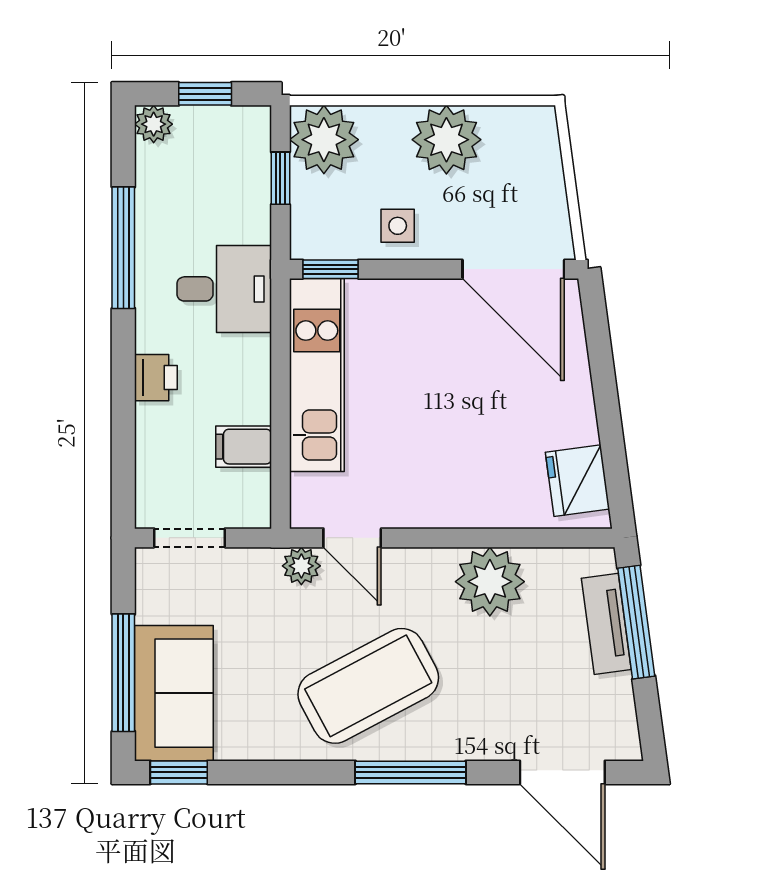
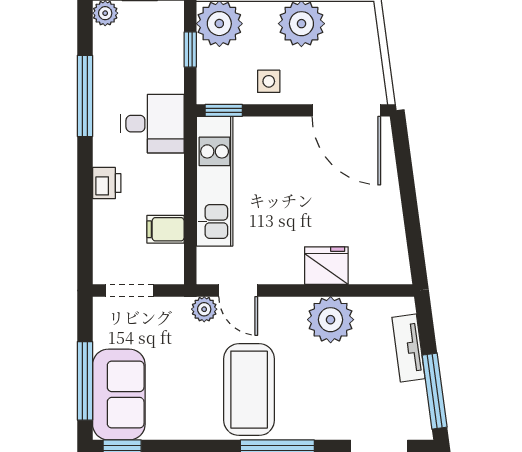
fridge: (577, 481) -> (326, 266), moved, turned 98
window: (636, 622) -> (435, 391), moved
coffee table: (368, 686) -> (249, 390), turned -62

